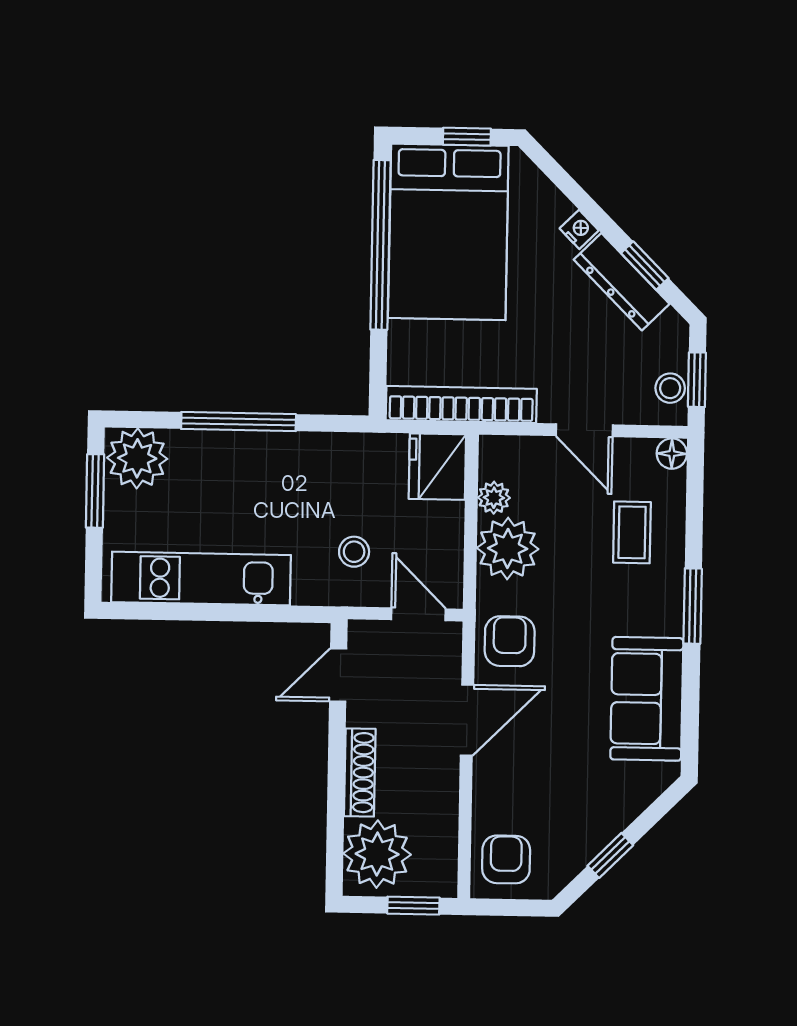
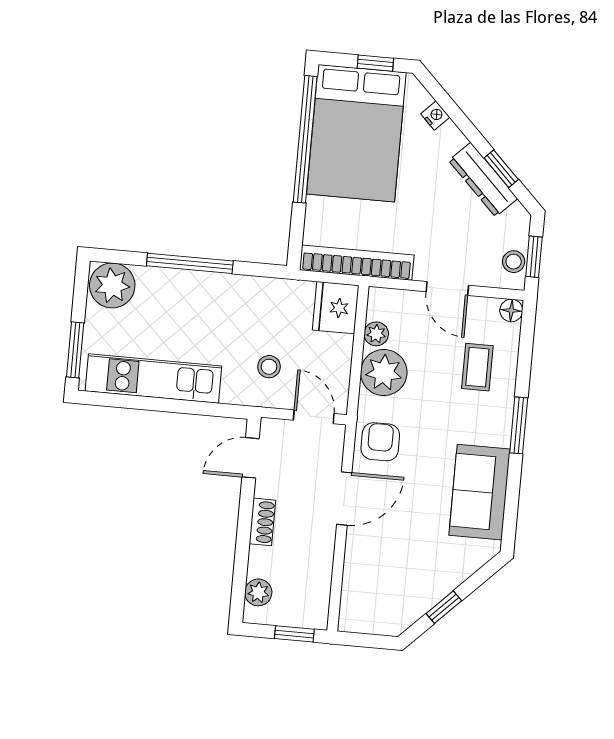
nightstand: (579, 229) -> (435, 115), moved
window: (95, 491) -> (75, 350), moved
shoe rack: (360, 772) -> (262, 522), width x0.70
plant: (377, 854) -> (258, 592), width x0.53, depth x0.53
armchair: (506, 859) -> (366, 604), removed

